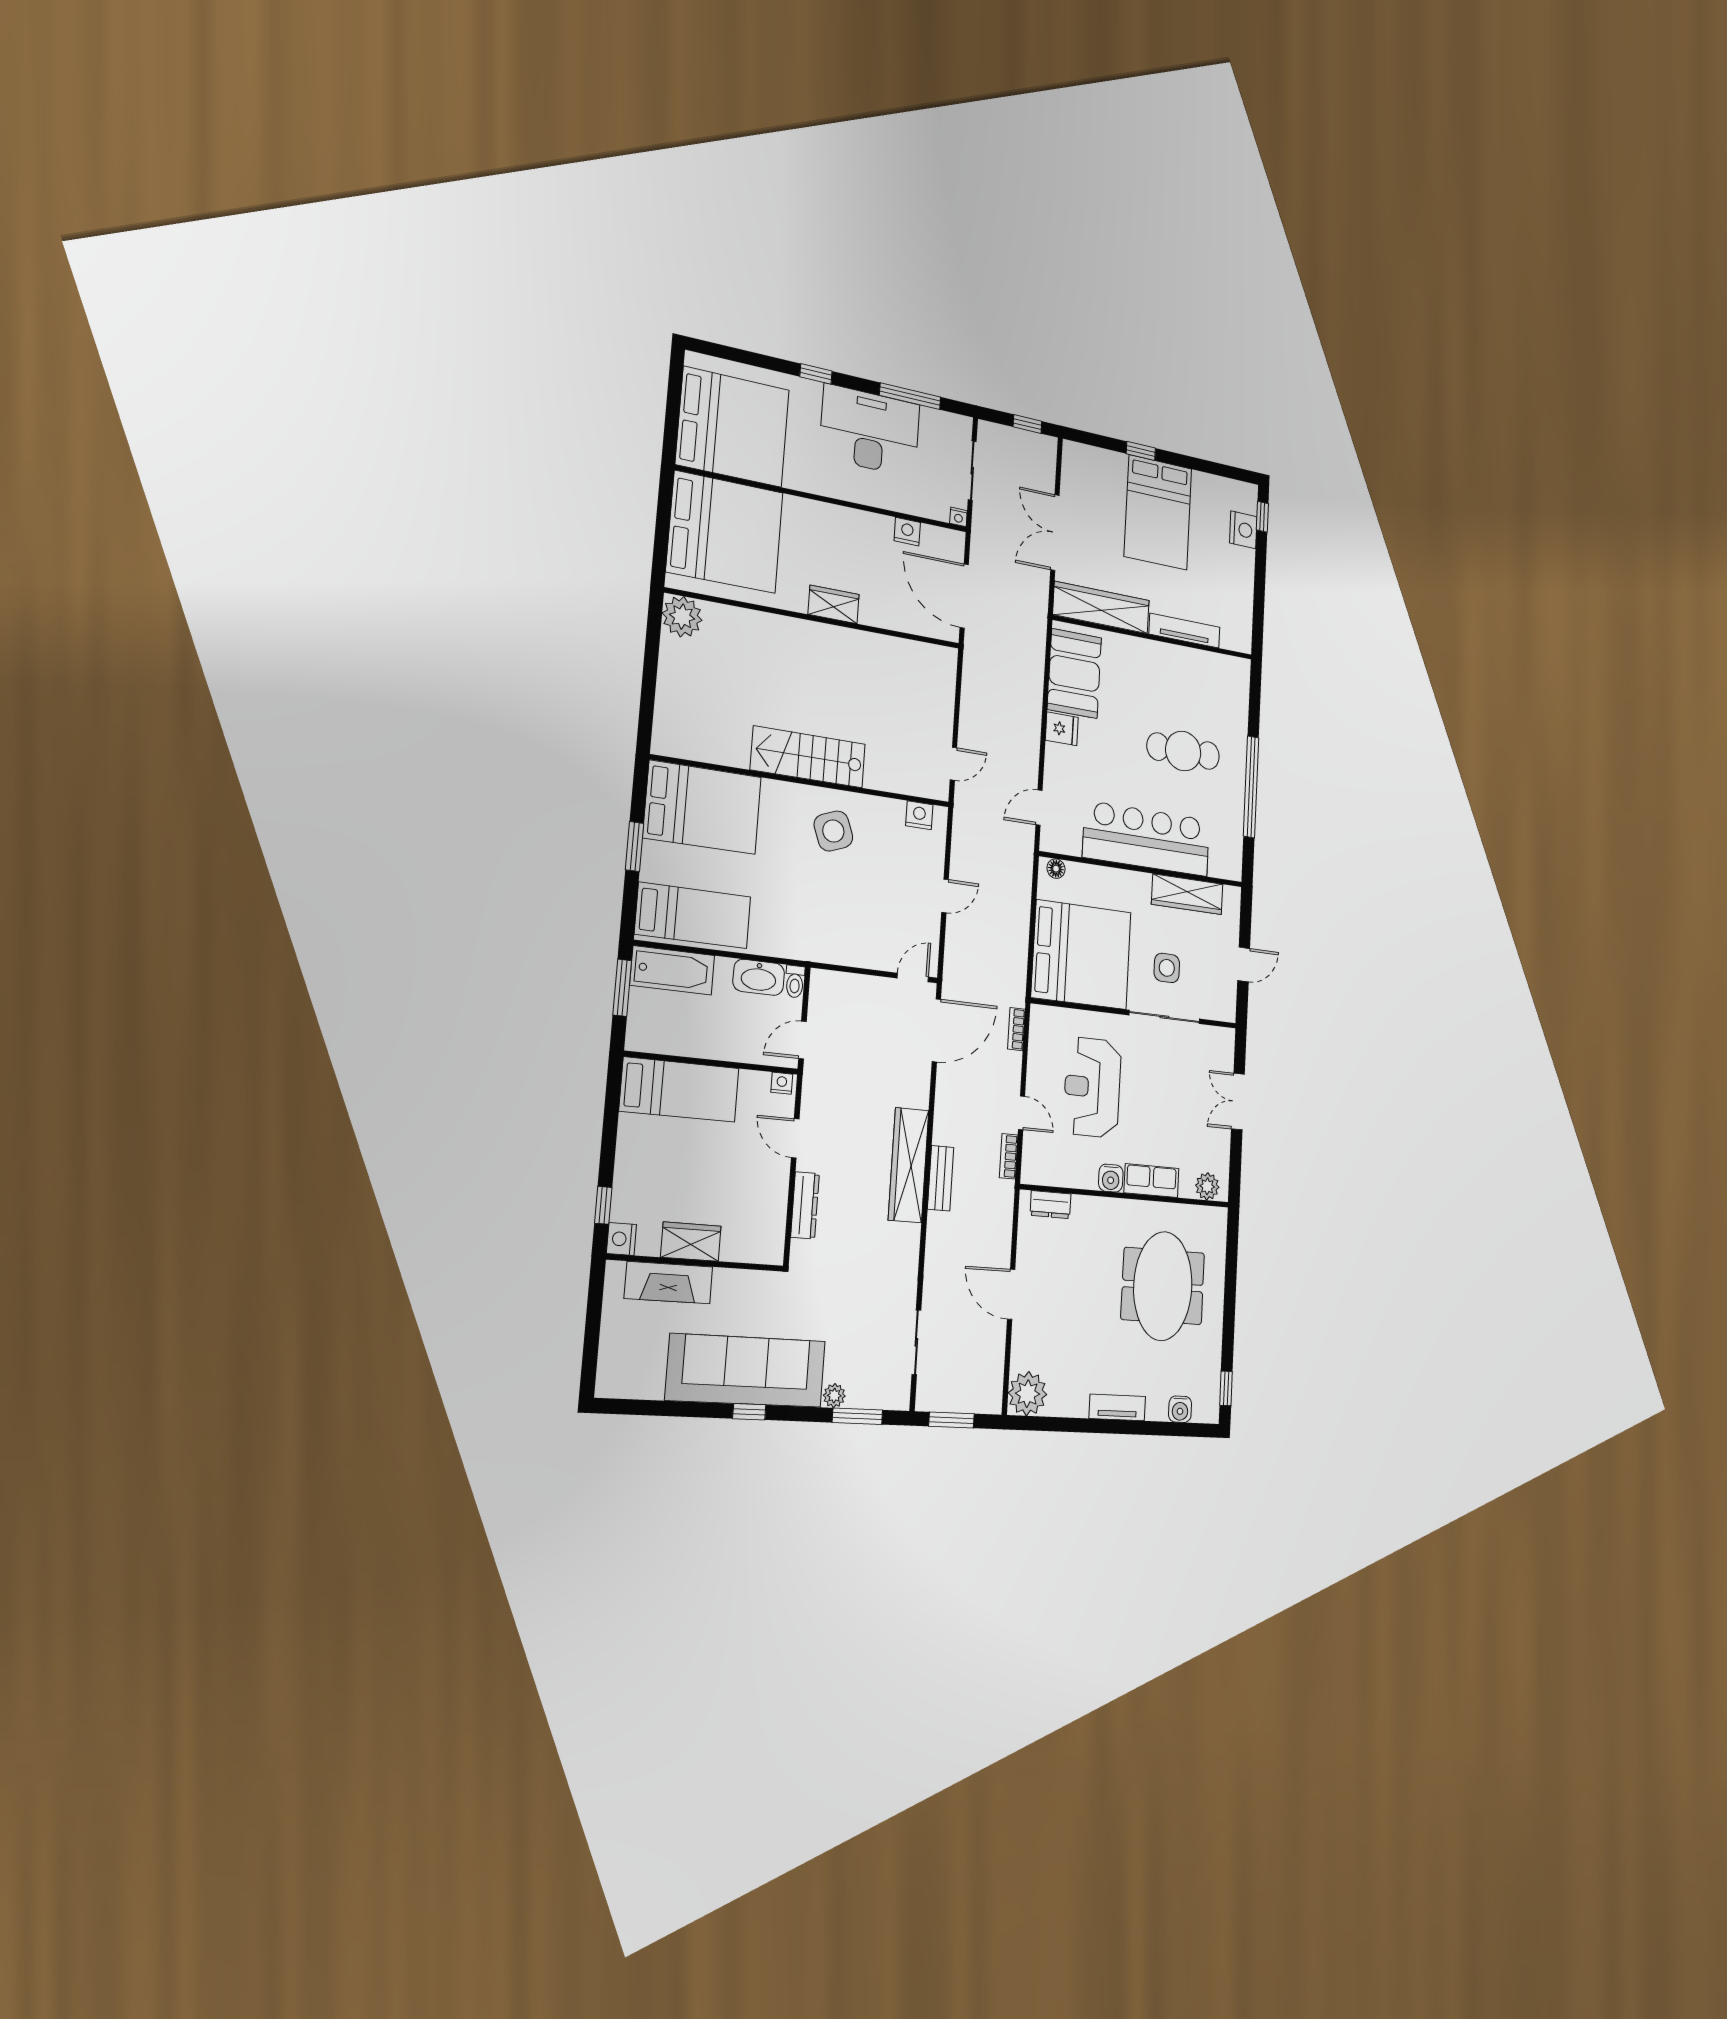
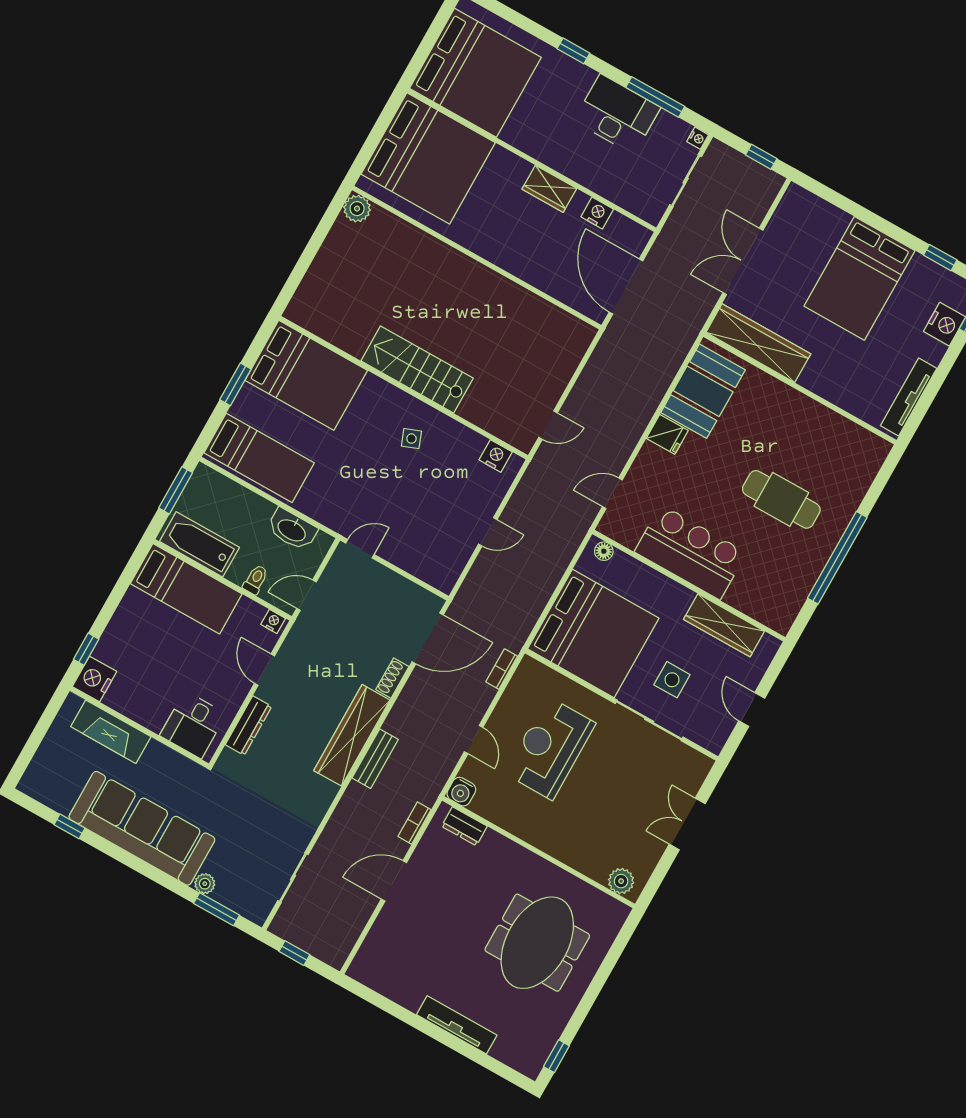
desk: (870, 431) -> (617, 114), width x0.73, depth x0.77
window: (1141, 451) -> (940, 258), moved
nightstand: (958, 517) -> (698, 138), moved, turned -90
wardrobe: (834, 604) -> (549, 189), moved, turned 180
plant: (682, 617) -> (357, 209), width x0.73, depth x0.73
tv unit: (1185, 631) -> (909, 397), moved, turned -90
side table: (833, 831) -> (411, 439), width x0.54, depth x0.54
bar counter: (1147, 839) -> (690, 552), width x0.73
door: (1244, 964) -> (752, 710), swing flipped
bathtub: (672, 970) -> (199, 544), moved, turned 180
door: (913, 978) -> (360, 549), moved
toilet: (795, 982) -> (256, 580), moved, turned 180
shoe rack: (921, 1087) -> (392, 678), added
bookcase: (1009, 1156) -> (415, 823), moved
water cooler: (1111, 1178) -> (461, 792), moved
row of seats: (1151, 1180) -> (569, 851), removed
desk: (750, 1232) -> (193, 725), added
nightstand: (621, 1239) -> (95, 679), width x1.36, depth x1.33
wardrobe: (691, 1242) -> (143, 709), removed
door: (1011, 1294) -> (394, 881), hinge flipped
plant: (1028, 1394) -> (371, 967), removed
tv unit: (1117, 1407) -> (457, 1025), width x1.41
water cooler: (1180, 1409) -> (504, 1051), removed
window: (749, 1412) -> (69, 826), moved
window: (951, 1420) -> (294, 953), width x0.67

